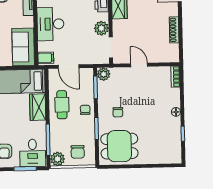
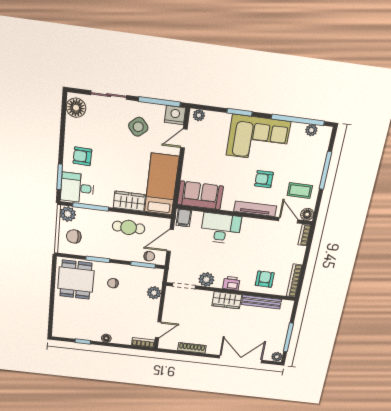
door: (139, 65) -> (158, 330), moved
plant: (104, 74) -> (154, 293), moved
chair: (85, 110) -> (149, 256), moved

